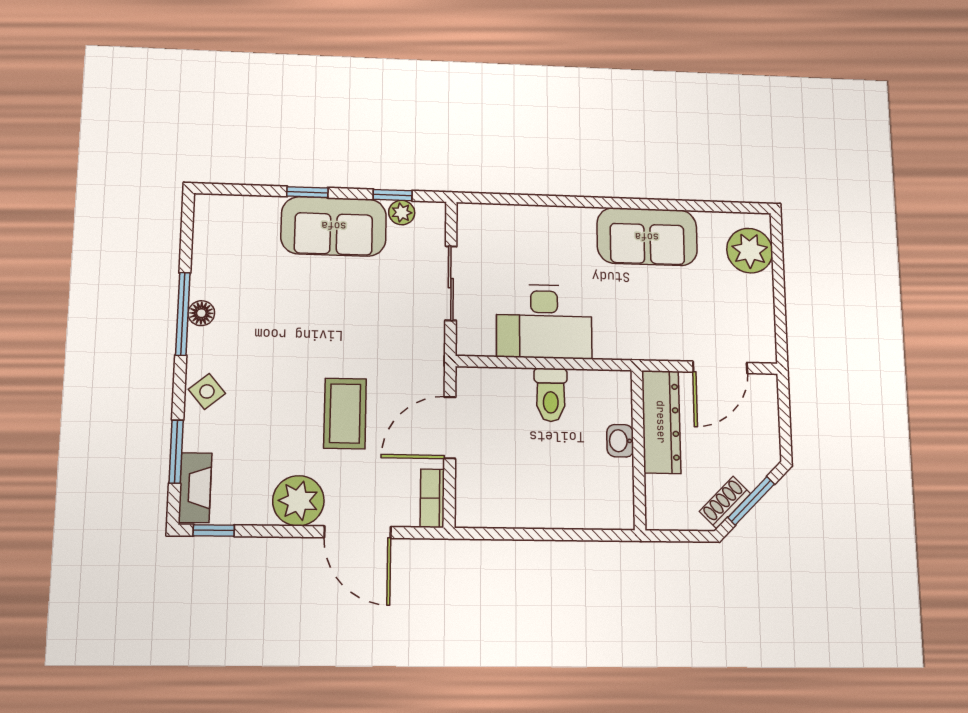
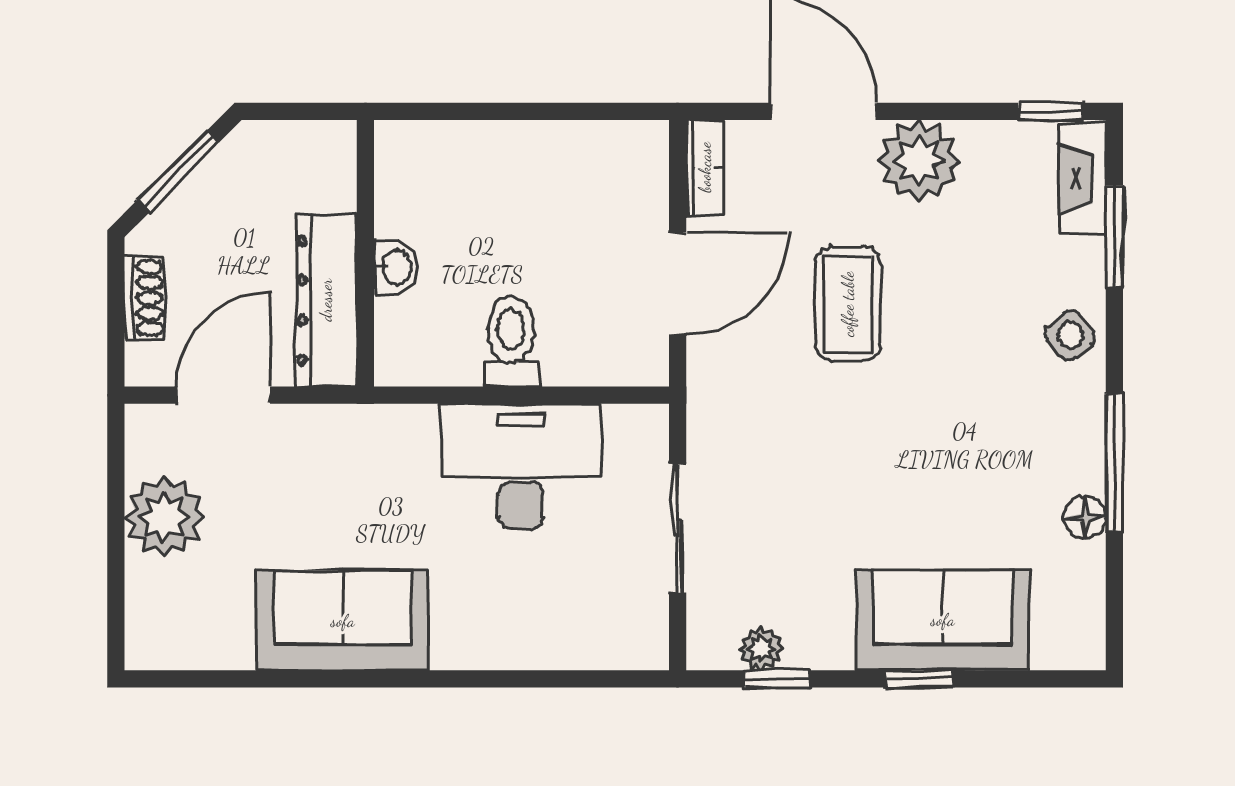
sofa: (334, 226) -> (943, 620), moved
plant: (750, 251) -> (164, 517), moved
floor lamp: (201, 313) -> (1085, 517), moved
shoe rack: (725, 502) -> (145, 298), moved, turned -45

